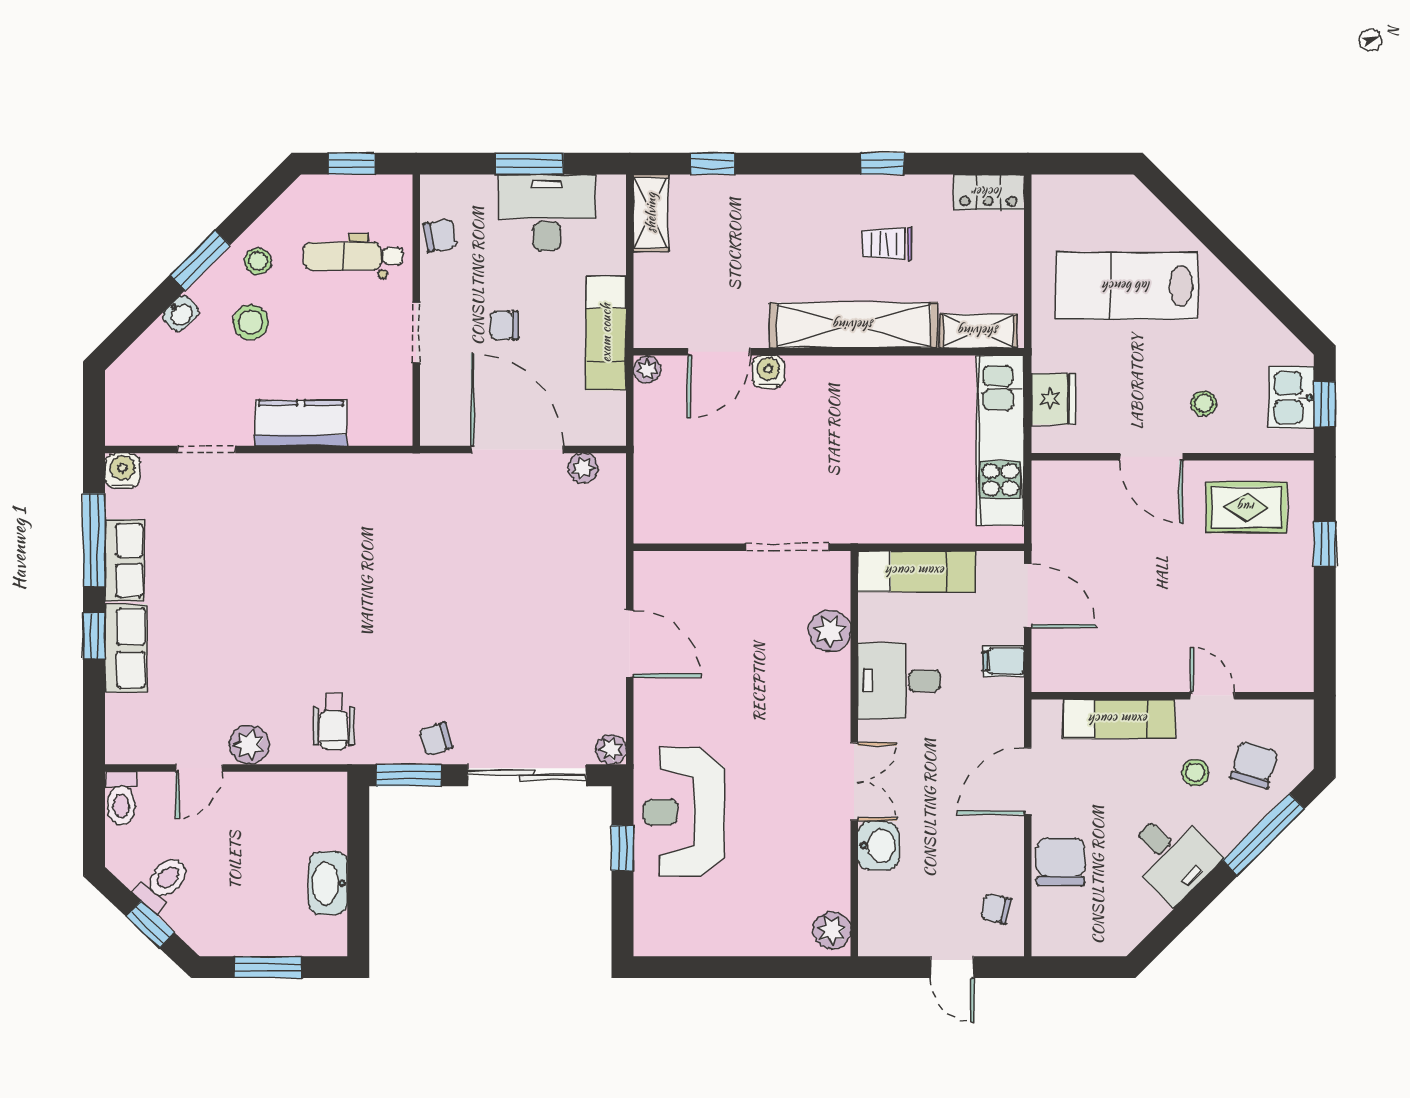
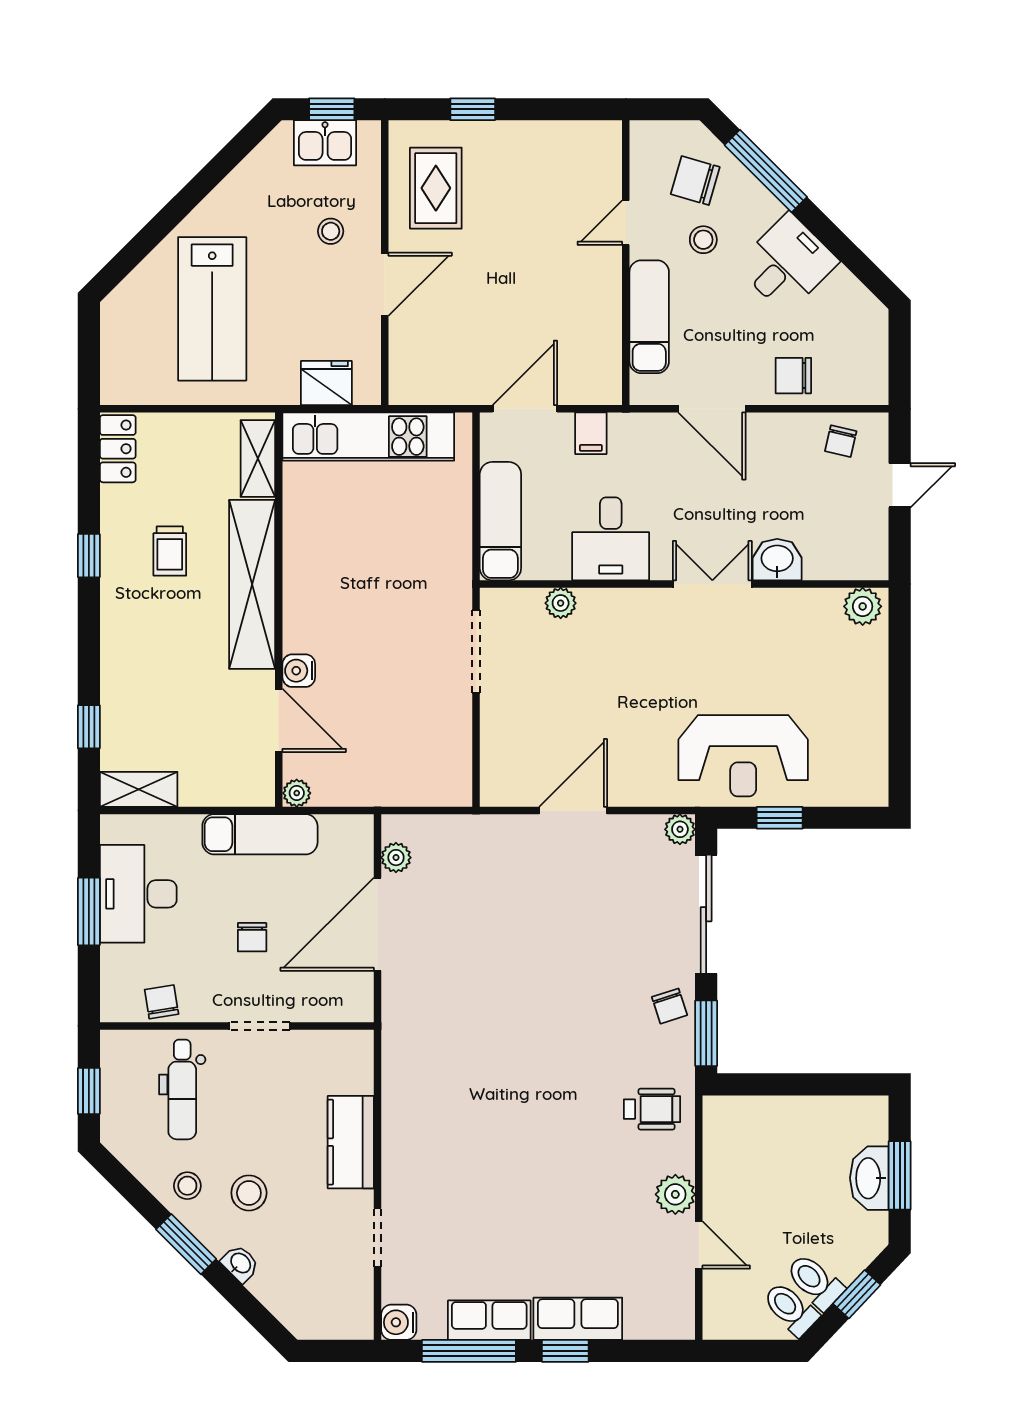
plant: (830, 631) -> (561, 603), width x0.73, depth x0.73
toilet: (121, 799) -> (791, 1309), moved, turned -137
chair: (1061, 862) -> (793, 376), width x0.73, depth x0.73
washbasin: (328, 883) -> (869, 1178), moved, turned 90

